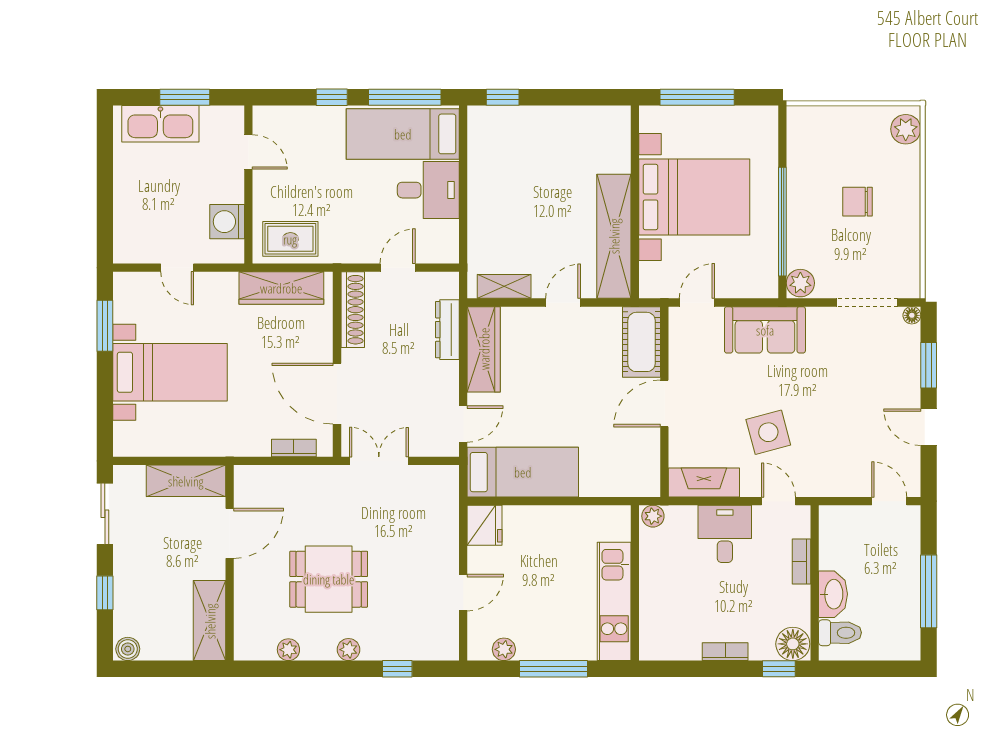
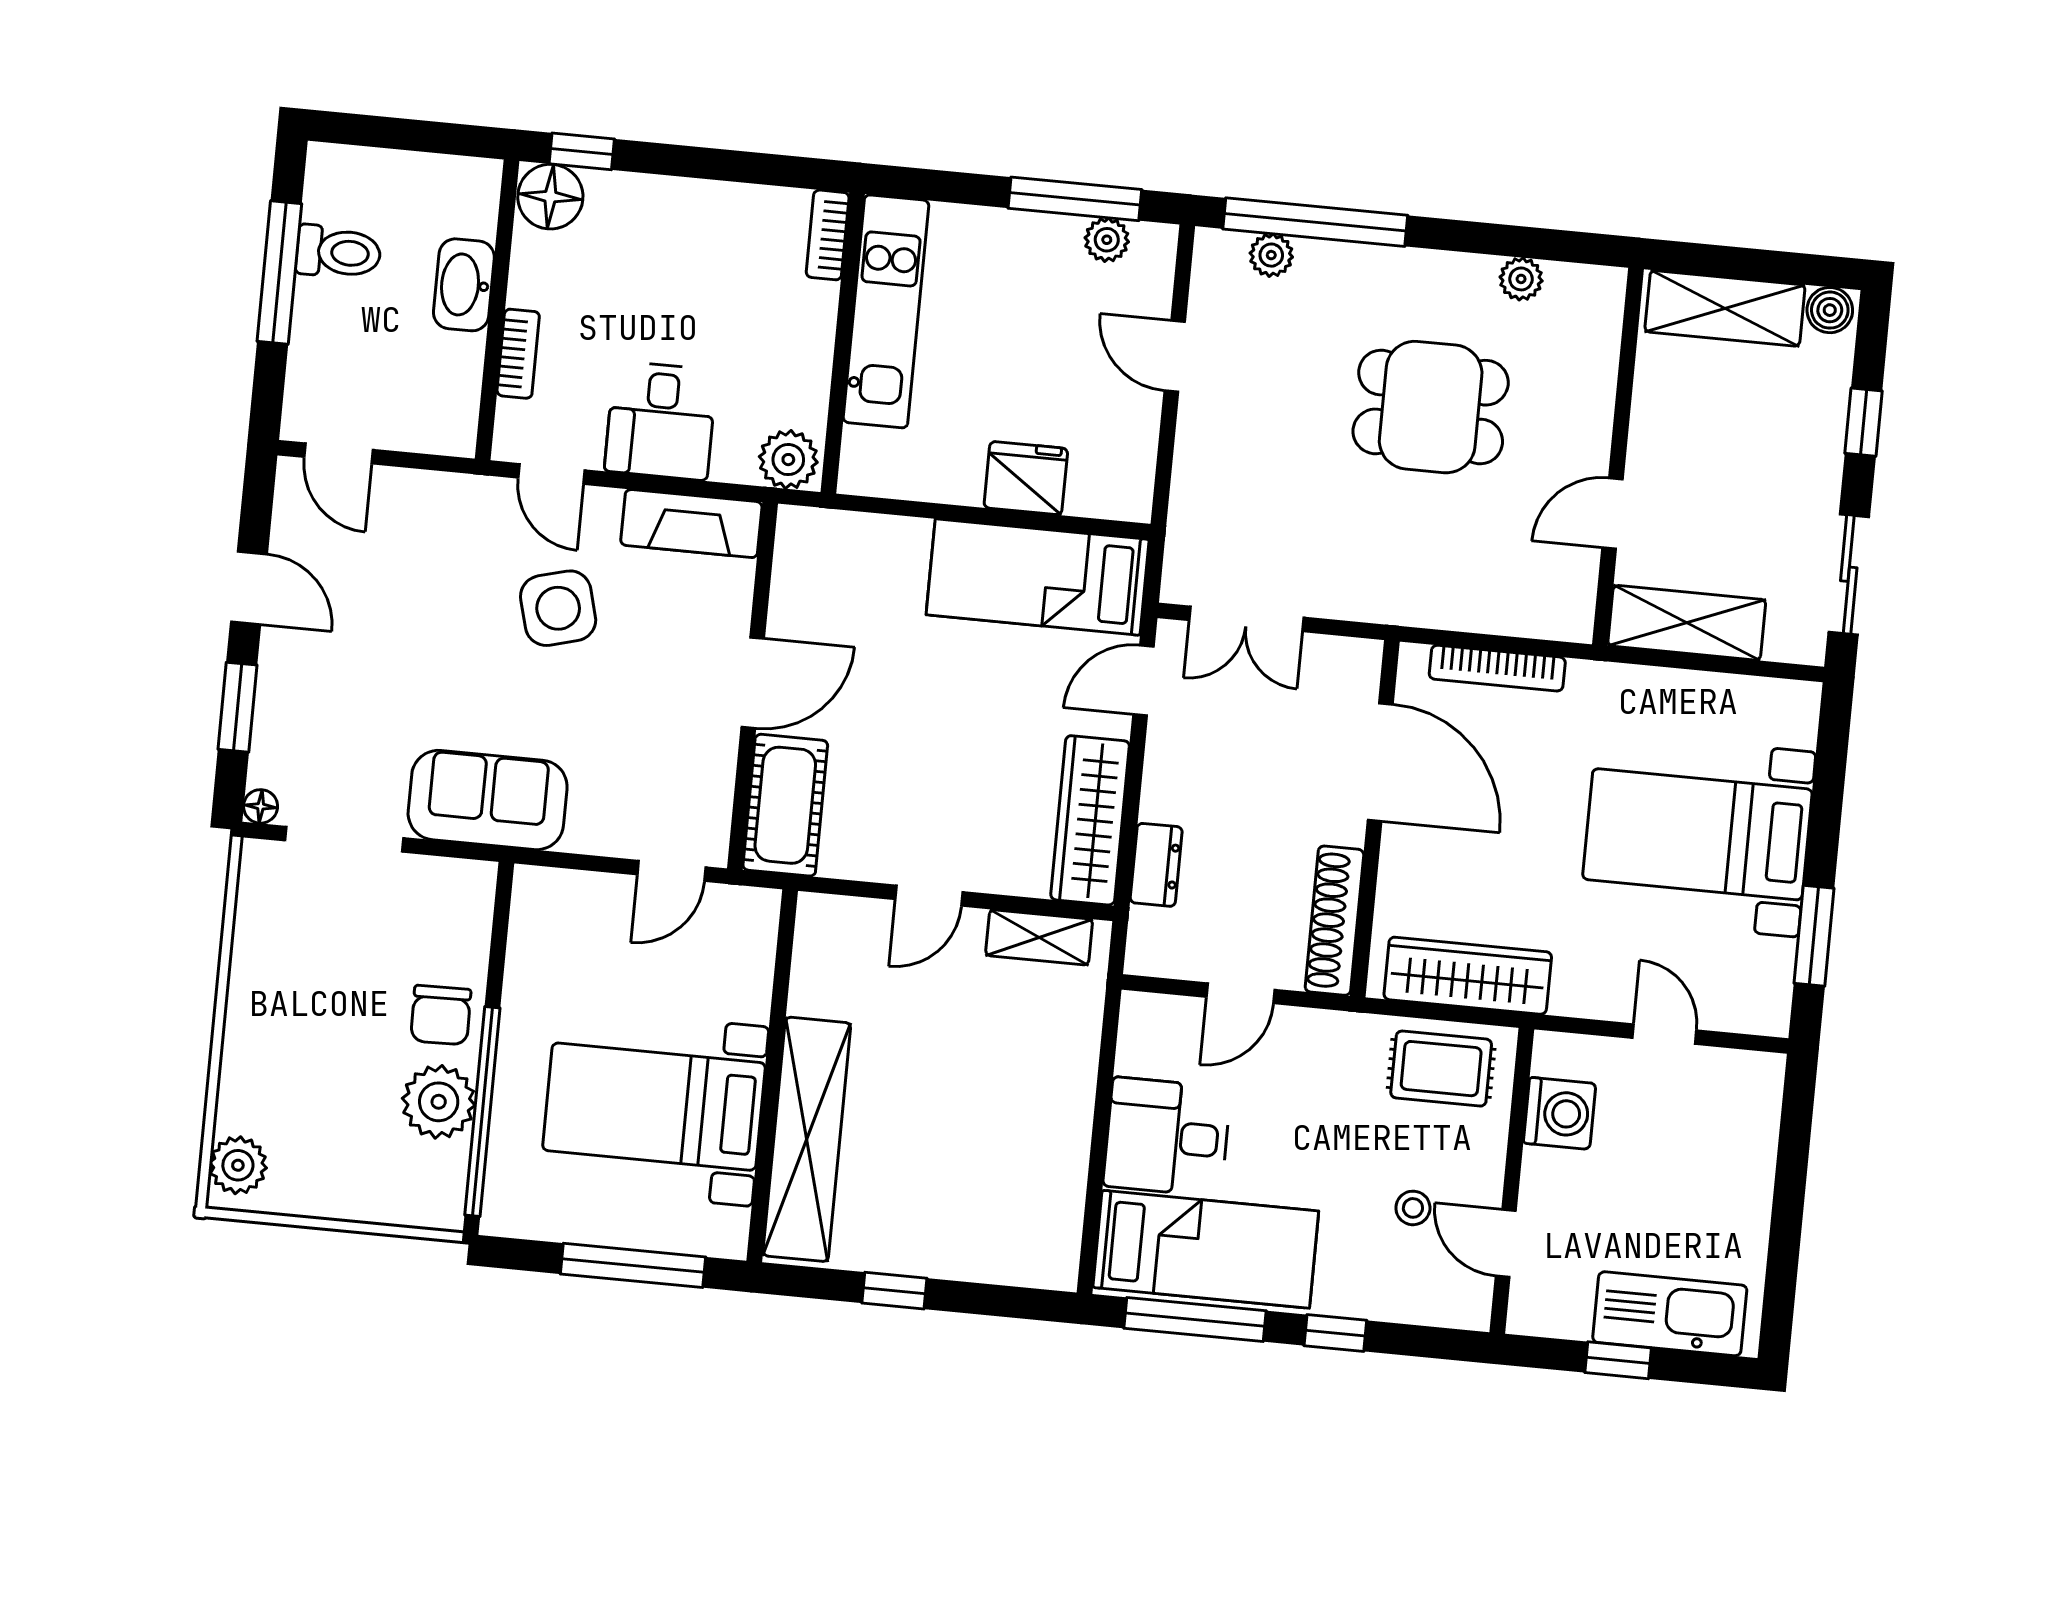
window: (185, 97) -> (1618, 1360), width x0.67
window: (503, 97) -> (894, 1291), moved
stool: (298, 166) -> (1413, 1208), added
bed with nightstands: (694, 197) -> (654, 1107), width x0.73
chair: (857, 202) -> (441, 1015), moved, turned 89
window: (782, 222) -> (482, 1112), moved
shelving: (614, 236) -> (807, 1139), moved
plant: (800, 283) -> (439, 1102), moved, width x1.36, depth x1.36
dresser: (447, 330) -> (1156, 865), width x0.70
sofa: (765, 330) -> (488, 800), moved
bookcase: (294, 448) -> (1497, 668), width x1.56
double door: (379, 461) -> (1246, 619), moved
plant: (653, 516) -> (788, 460), width x1.38, depth x1.38
fridge: (484, 525) -> (1026, 478), moved, turned 90
door: (230, 533) -> (1613, 513), width x0.73
door: (463, 593) -> (1175, 356), hinge flipped
shelving: (210, 621) -> (1725, 308), moved, turned 90
toilet: (840, 633) -> (338, 252), moved, turned 180
plant: (348, 650) -> (1271, 255), moved
bookcase: (725, 652) -> (828, 235), moved, turned 90
window: (397, 669) -> (1315, 222), width x3.17
window: (554, 669) -> (1075, 199), moved

